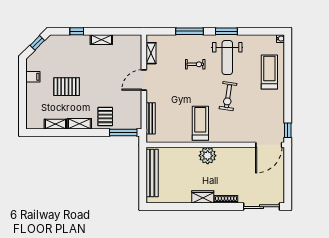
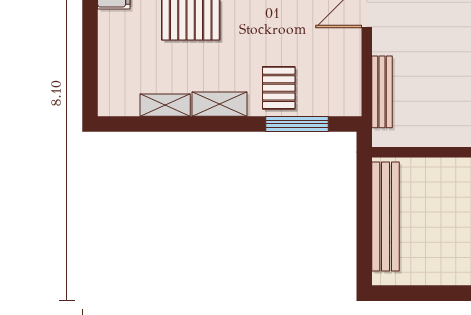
window: (123, 132) -> (297, 124), moved

